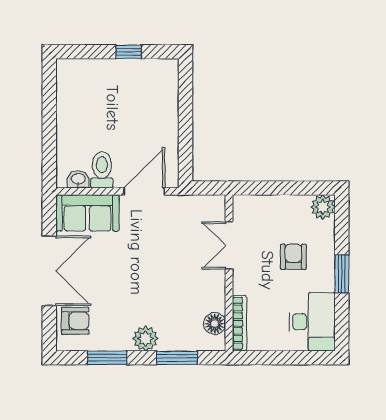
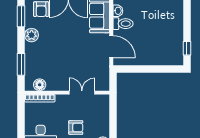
window: (129, 52) -> (187, 48), moved
plant: (146, 338) -> (32, 35), moved
window: (107, 358) -> (21, 16), moved

